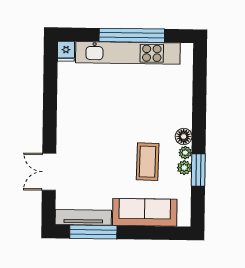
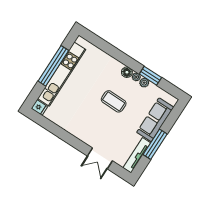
coffee table: (148, 162) -> (114, 101), moved
window: (93, 232) -> (155, 144), moved

